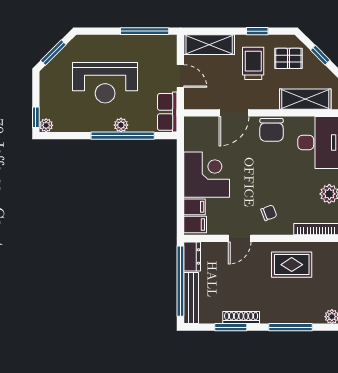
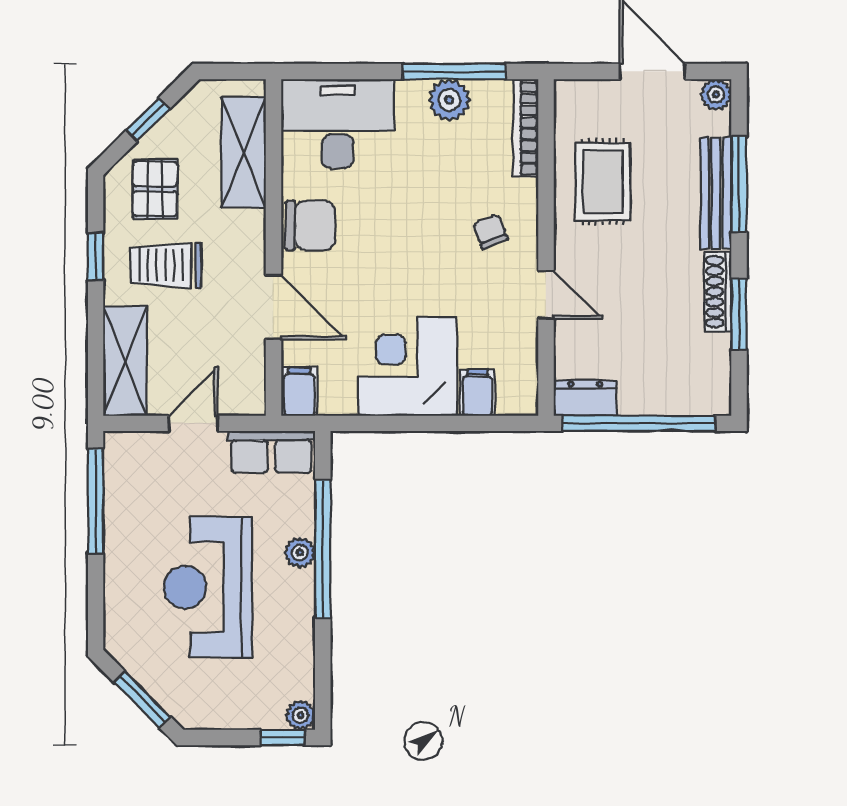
reception desk: (105, 83) -> (208, 587), turned 180
filing cabinet: (195, 225) -> (299, 392), moved
bench: (191, 298) -> (716, 193), moved, turned 90

